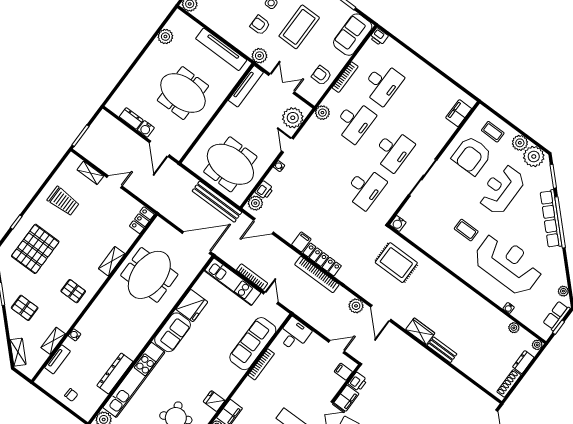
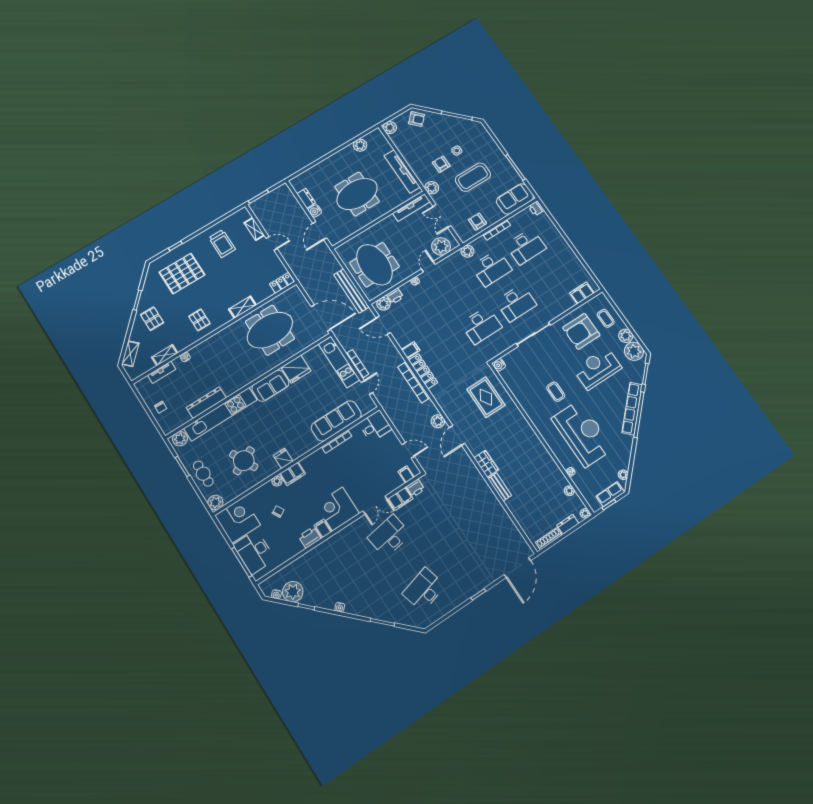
double door: (282, 84) -> (442, 216), swing flipped
meeting table: (183, 93) -> (357, 194), turned 90

